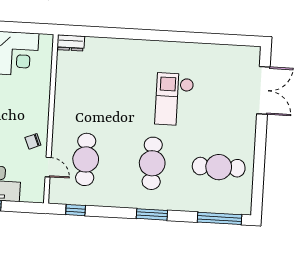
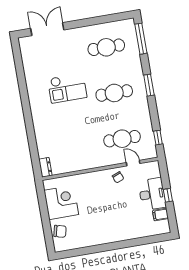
door: (48, 167) -> (133, 163), hinge flipped
cafe table: (219, 167) -> (106, 47), turned 90

